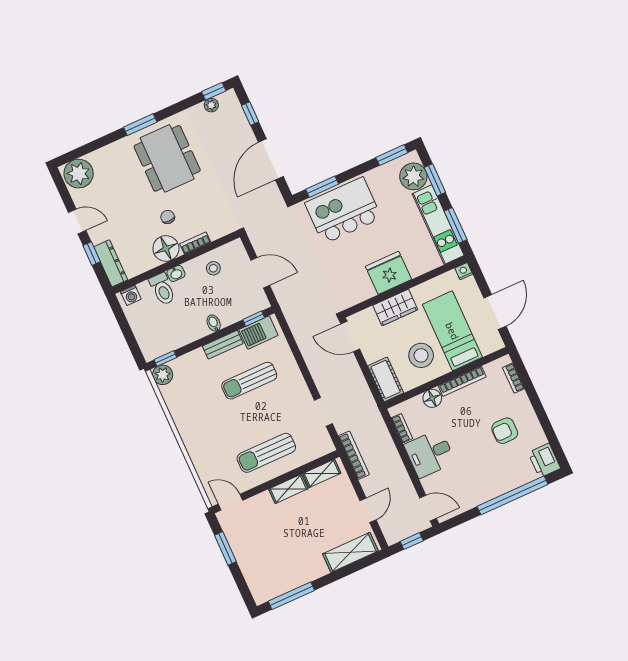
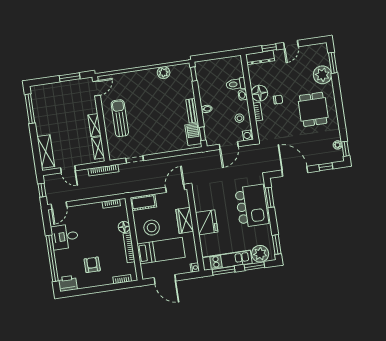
window: (140, 125) -> (333, 63), moved
dining table: (167, 158) -> (313, 109), width x0.73
plant: (79, 174) -> (322, 75), moved
washing machine: (131, 295) -> (248, 135), moved
plant: (163, 375) -> (164, 73), moved
sun lounger: (249, 381) -> (166, 120), removed
desk: (430, 453) -> (65, 237), moved, turned -90

